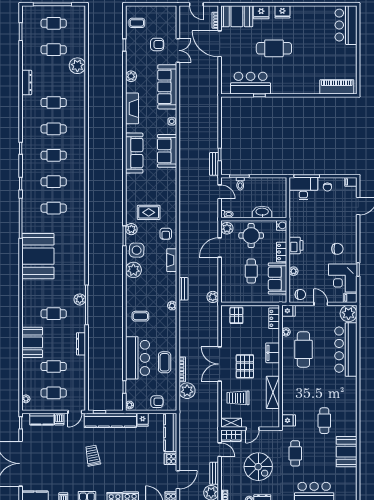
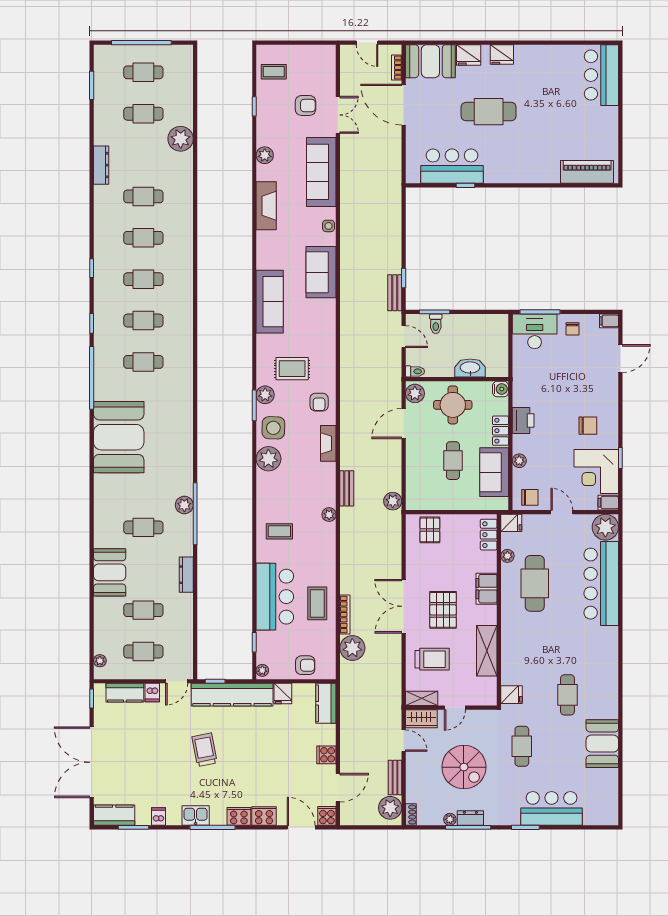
sofa: (134, 153) -> (270, 302), moved
trolley: (238, 398) -> (432, 659), turned 180
kitchen counter: (170, 432) -> (326, 703), width x0.67

